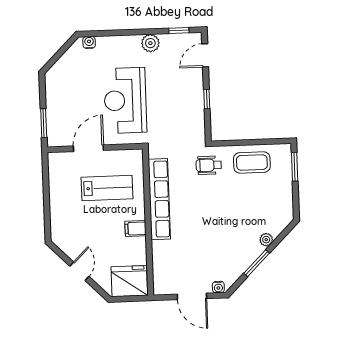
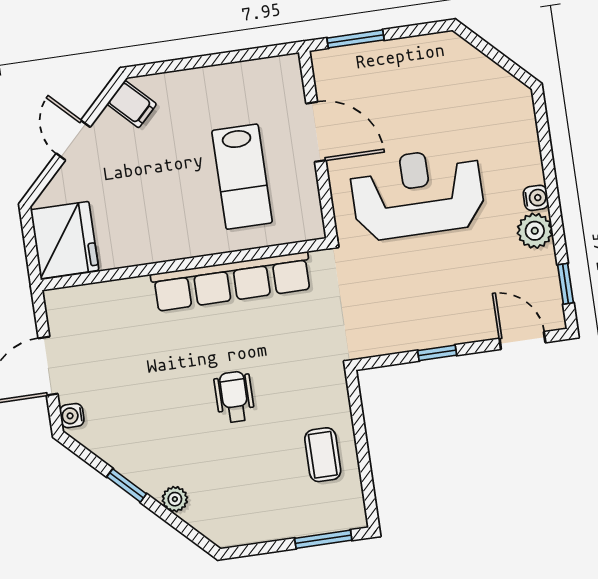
water cooler: (89, 42) -> (536, 198), moved
coffee table: (252, 162) -> (323, 455), width x0.73, depth x0.77
wheelchair: (209, 165) -> (234, 397), moved
filing cabinet: (135, 229) -> (132, 104), moved, turned 135
window: (257, 263) -> (127, 485), width x0.67
door: (79, 271) -> (73, 140), swing flipped

